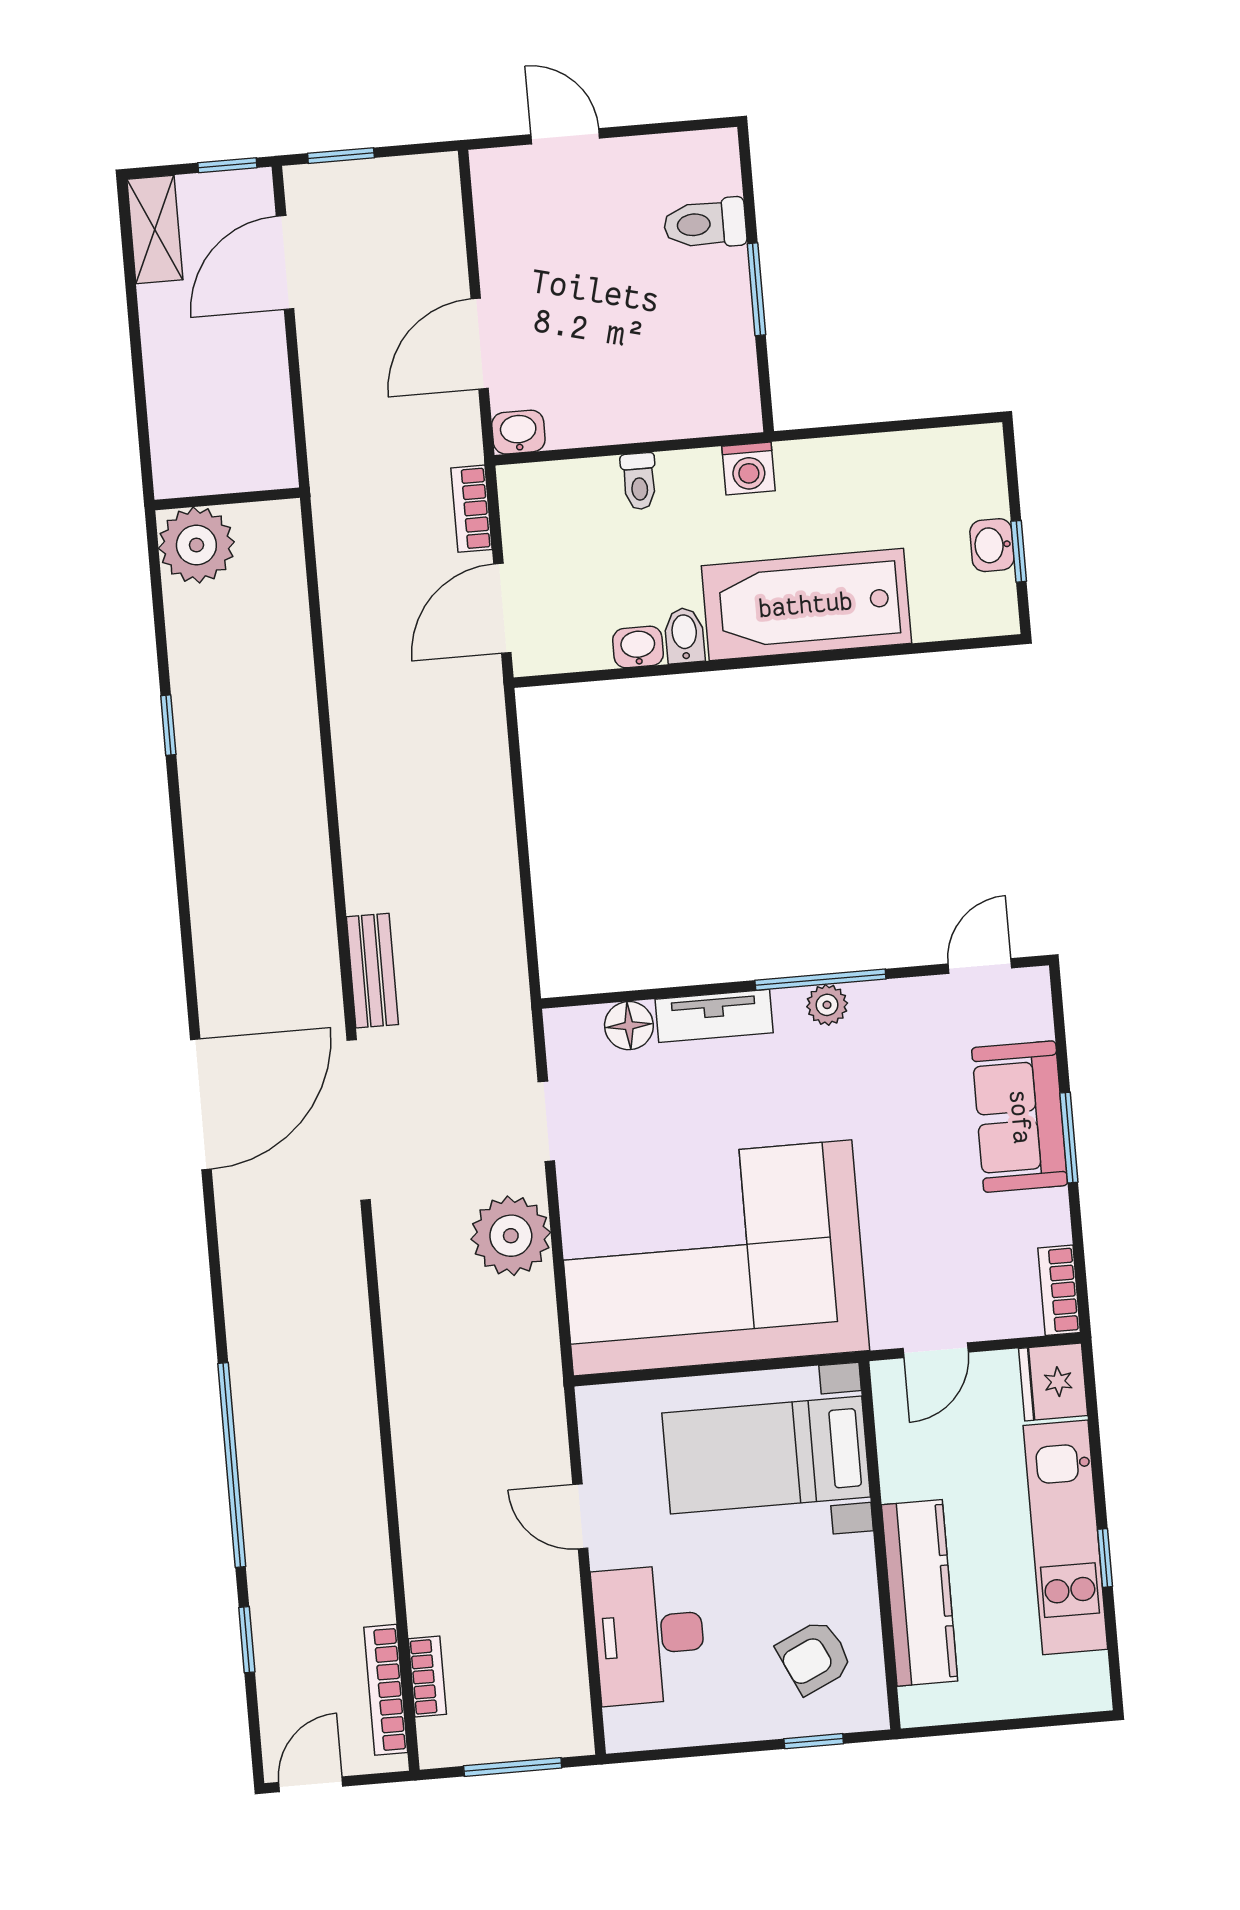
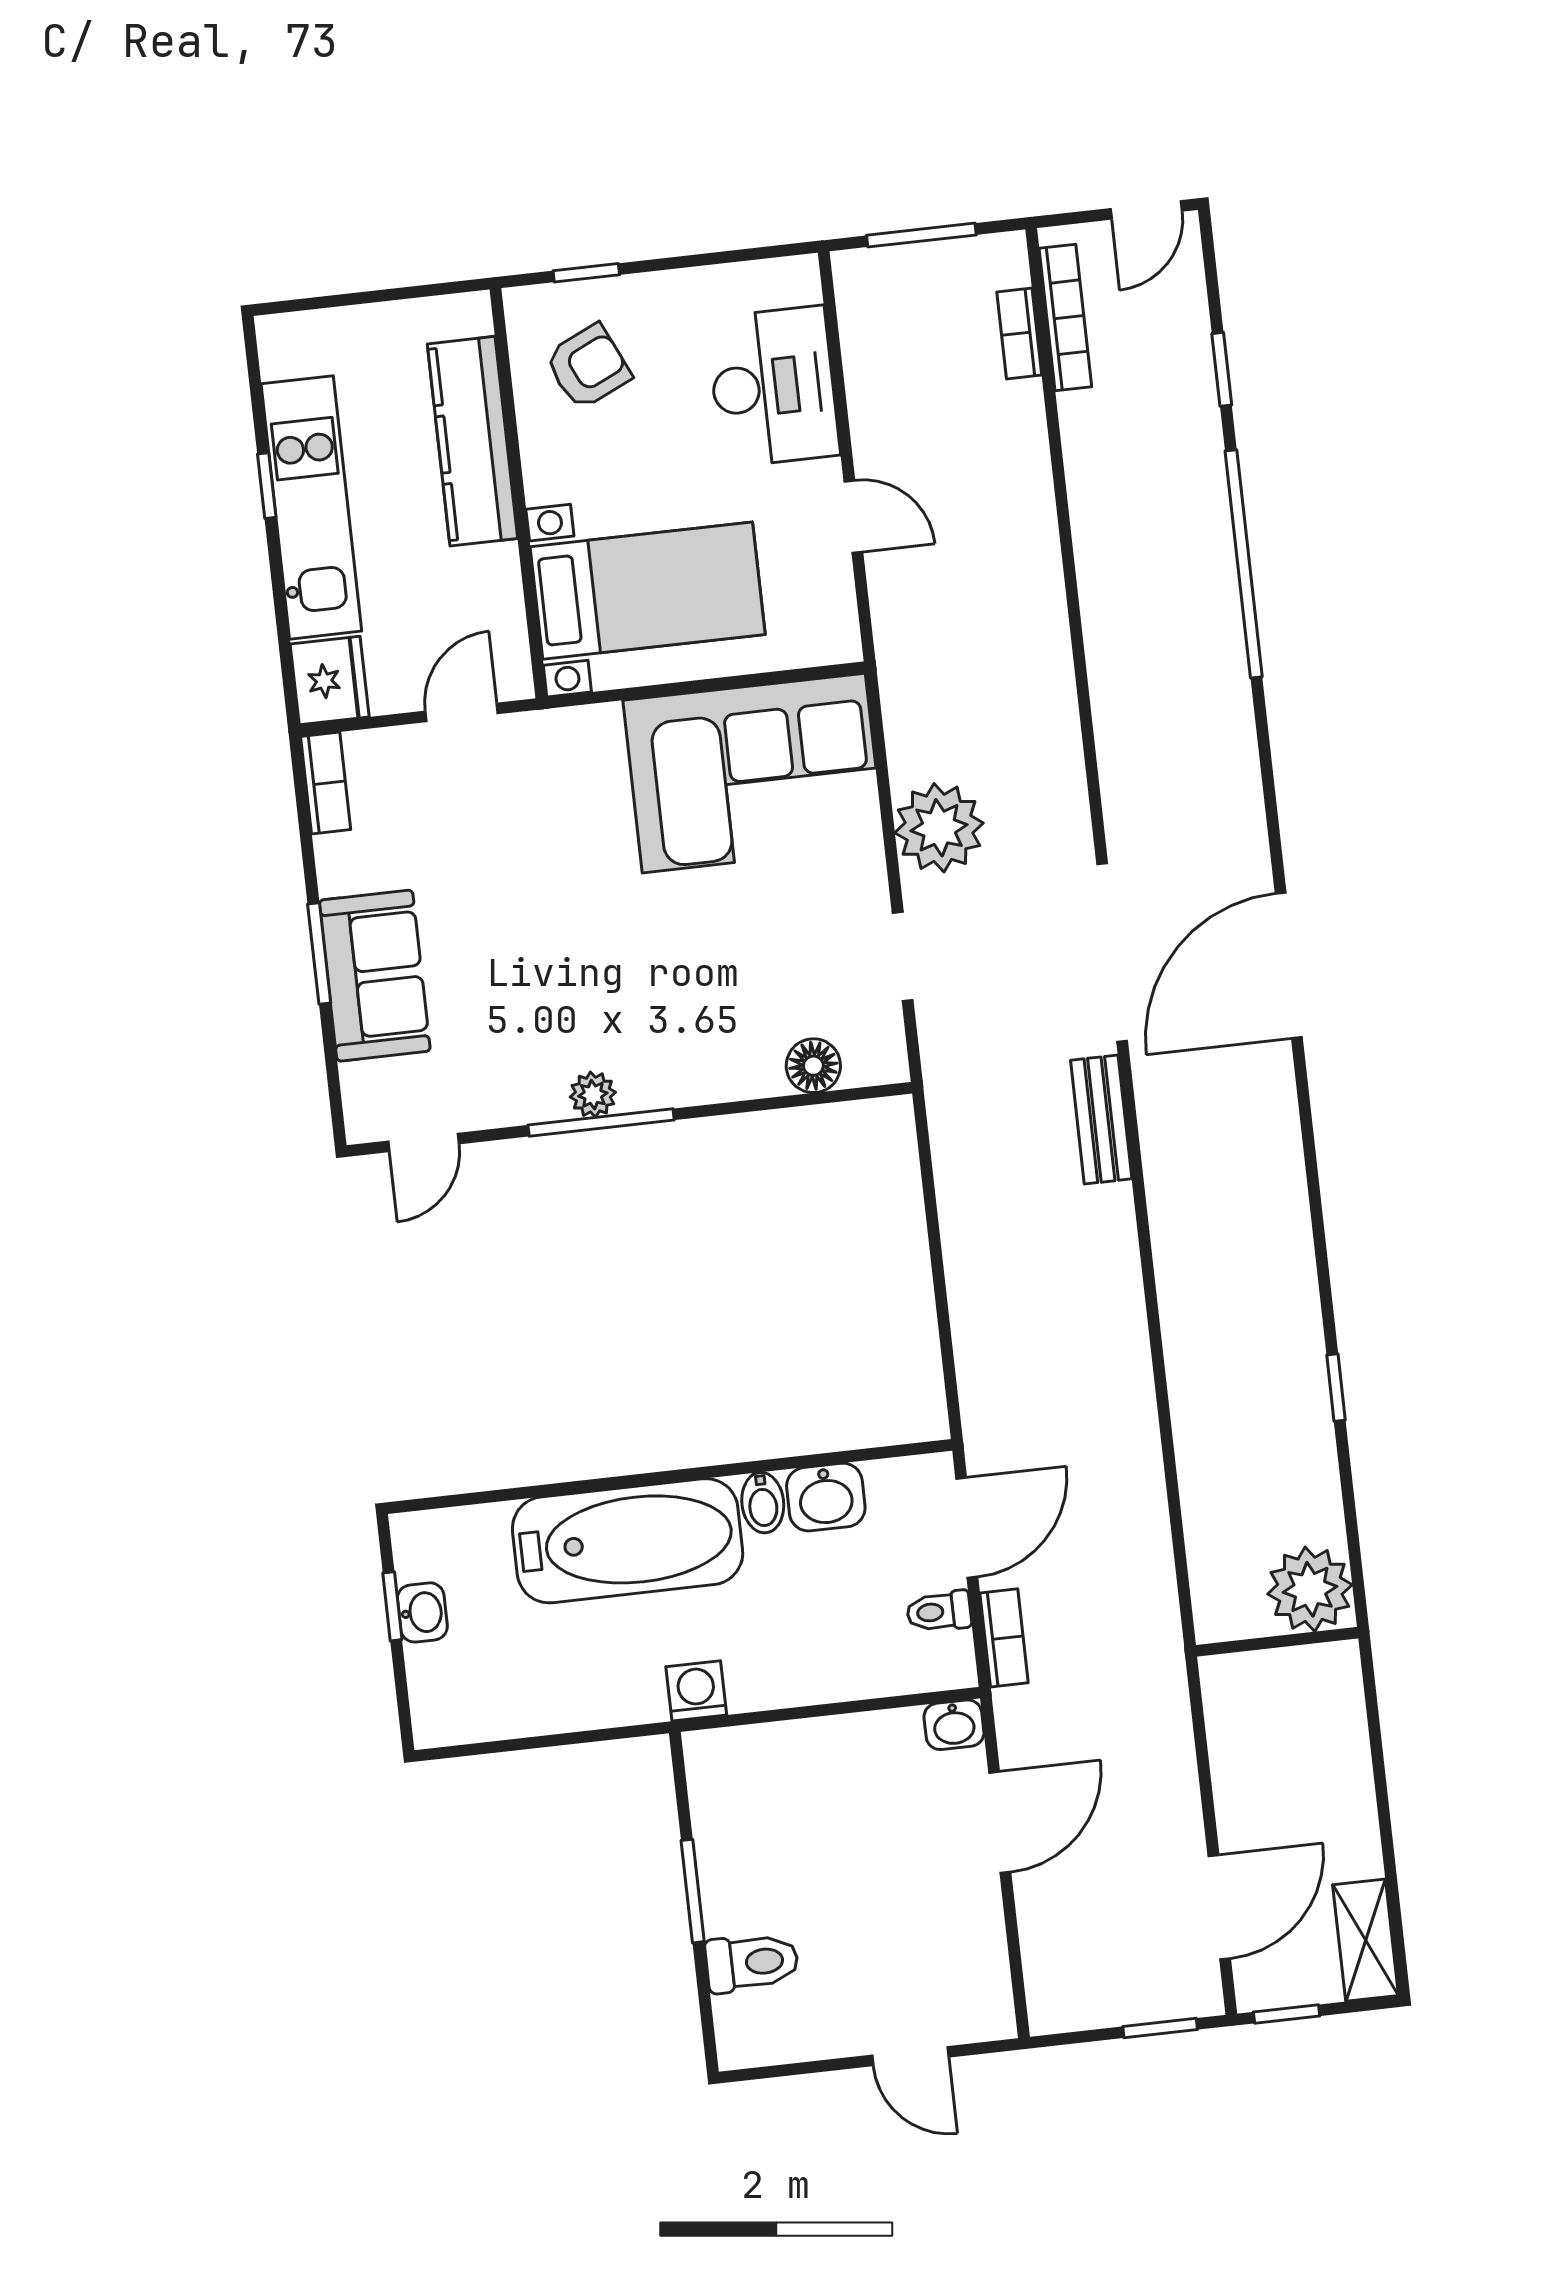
toilet: (639, 481) -> (939, 1612), moved, turned -90
washbasin: (638, 647) -> (826, 1497), width x1.38, depth x1.45
tv unit: (714, 1016) -> (719, 1079), removed
corner sofa: (712, 1258) -> (754, 773), width x0.73, depth x0.74

